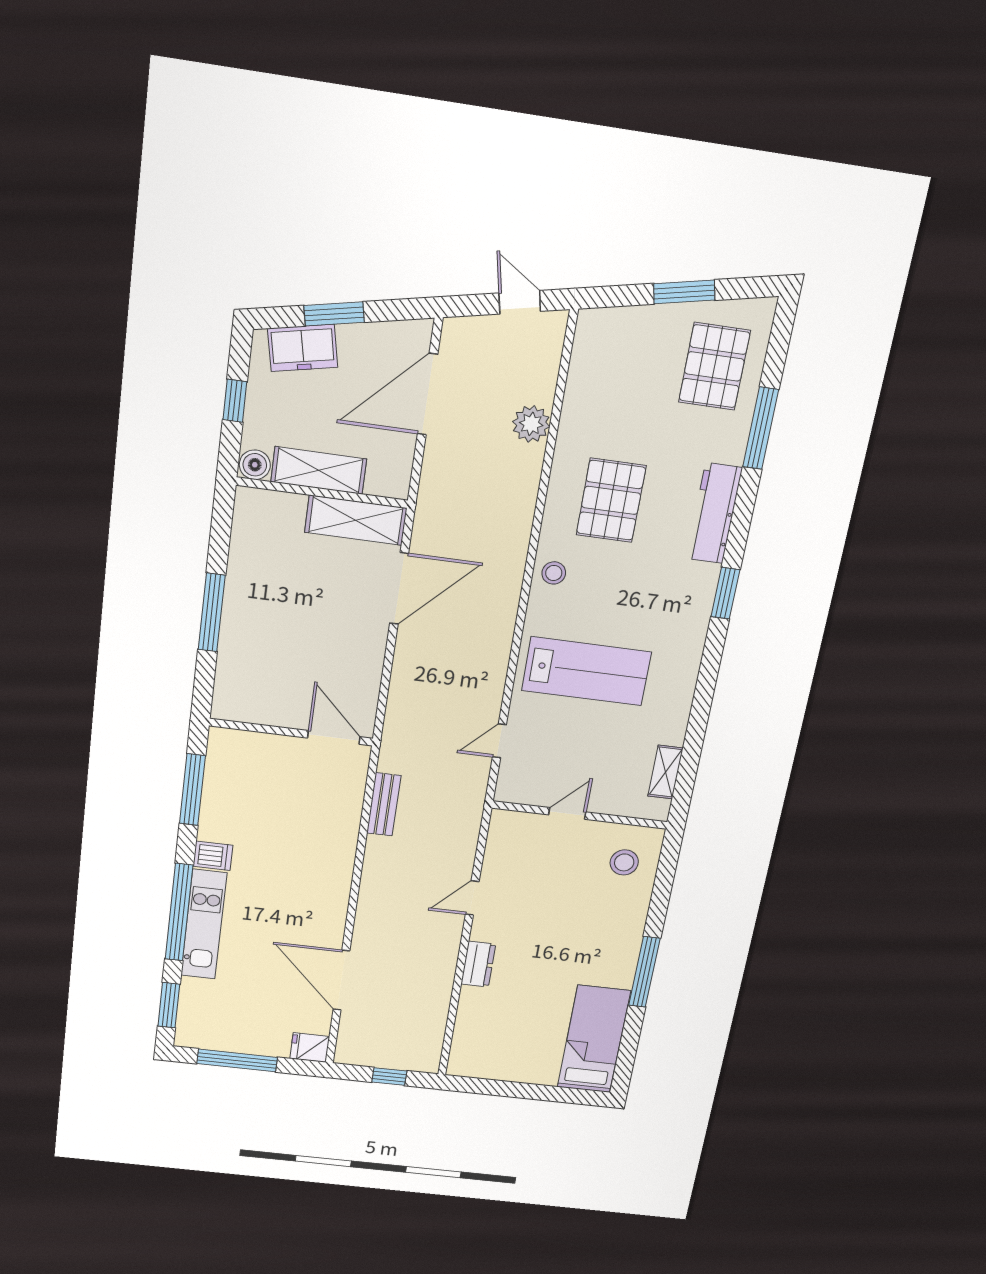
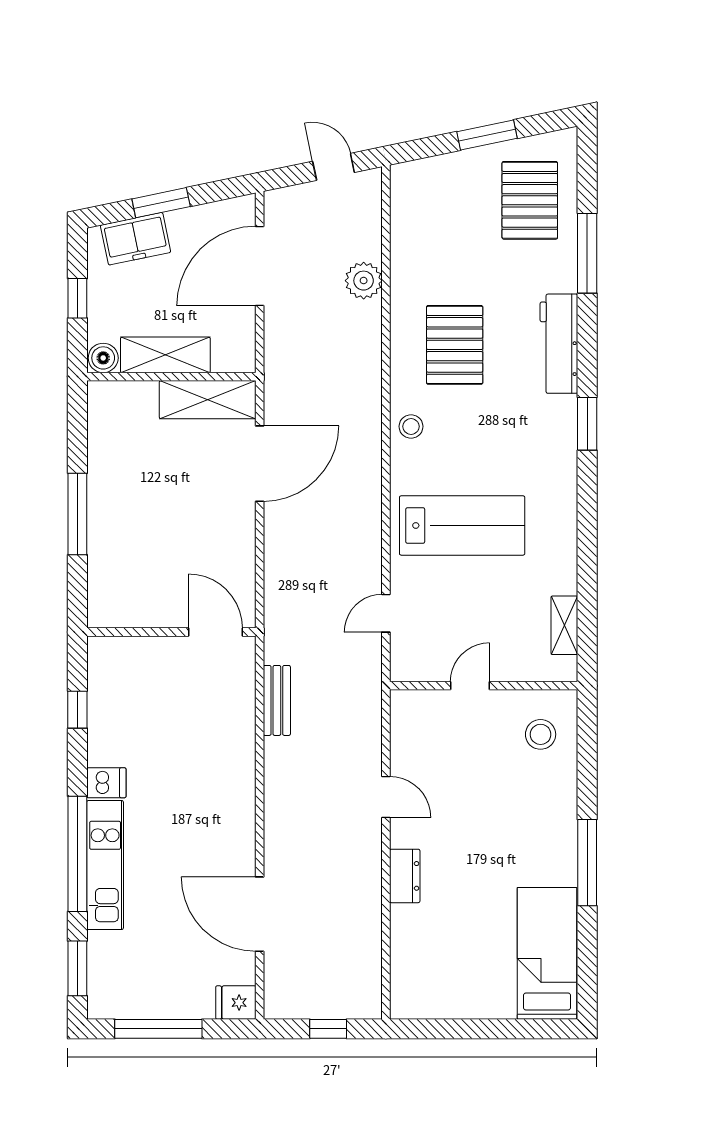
window: (192, 790) -> (77, 710), width x0.46
door: (472, 898) -> (386, 797), swing flipped

